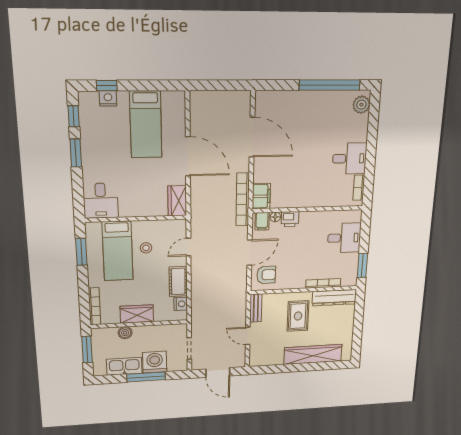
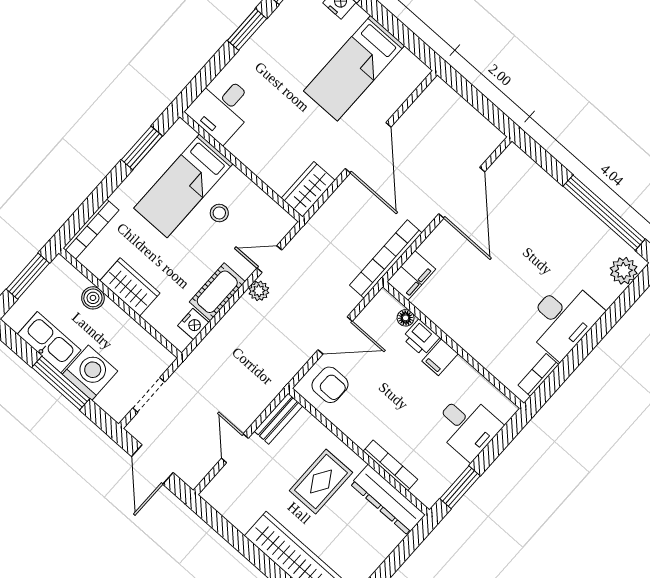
desk: (349, 159) -> (563, 319), width x1.37
filing cabinet: (262, 221) -> (440, 357), moved
plant: (197, 265) -> (259, 291), added

